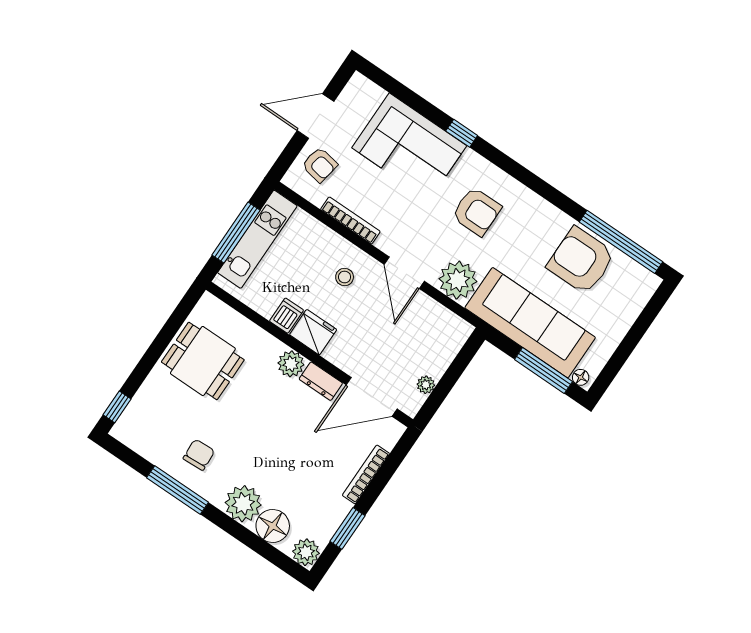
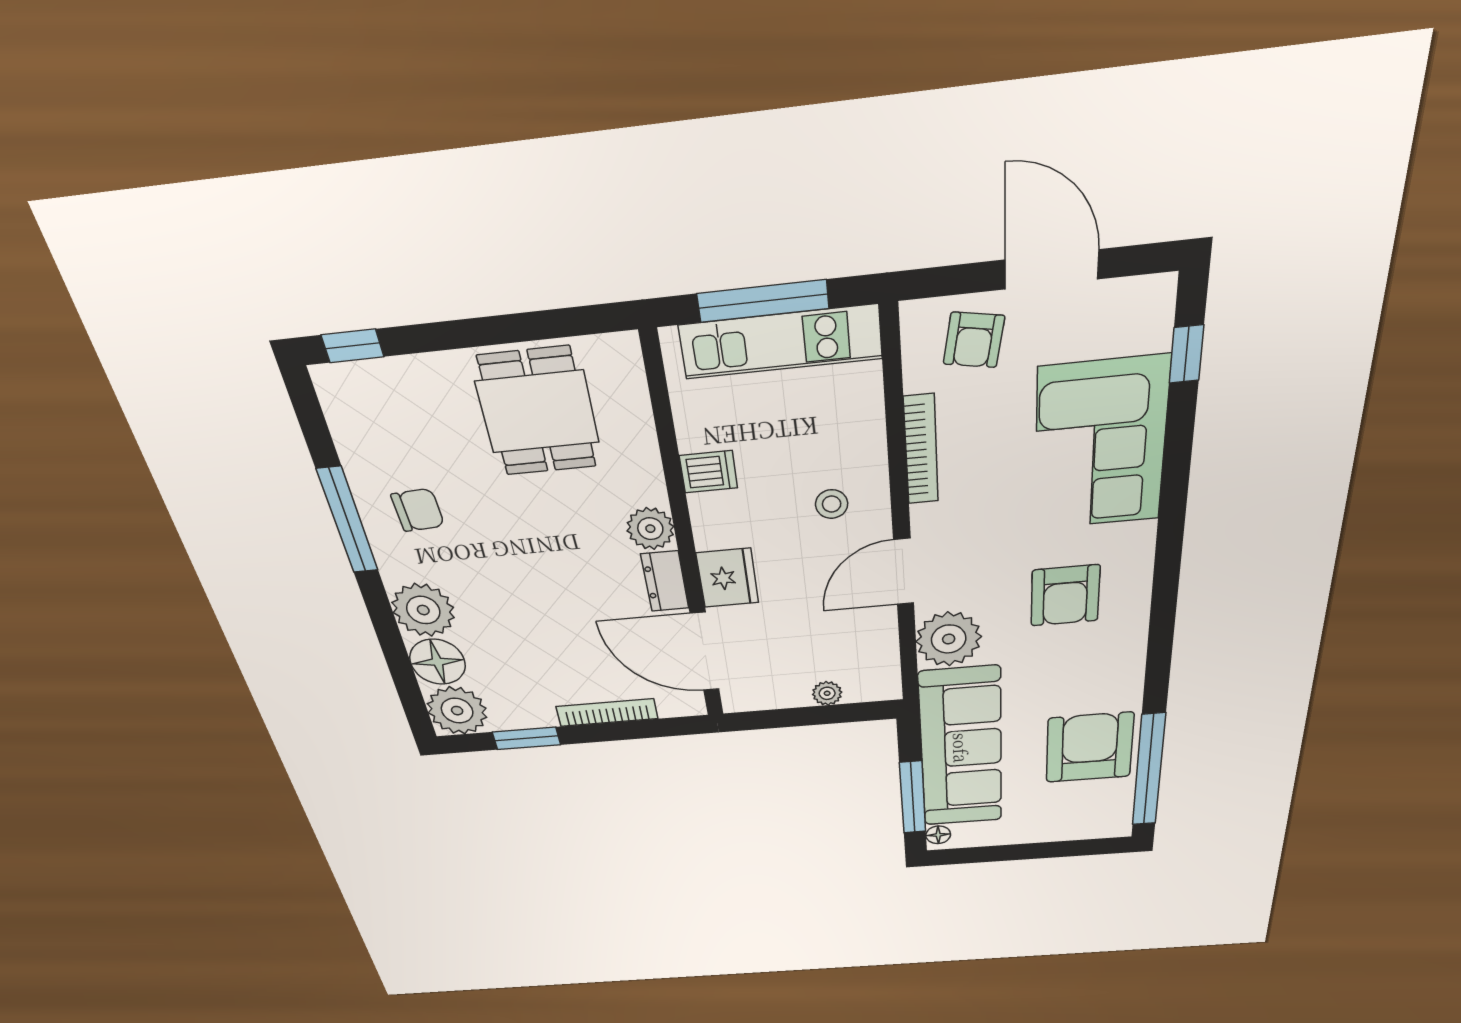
window: (462, 133) -> (1186, 354), moved
fridge: (313, 332) -> (727, 578), moved
plant: (426, 385) -> (827, 693), moved
plant: (306, 552) -> (457, 711), width x1.36, depth x1.36

